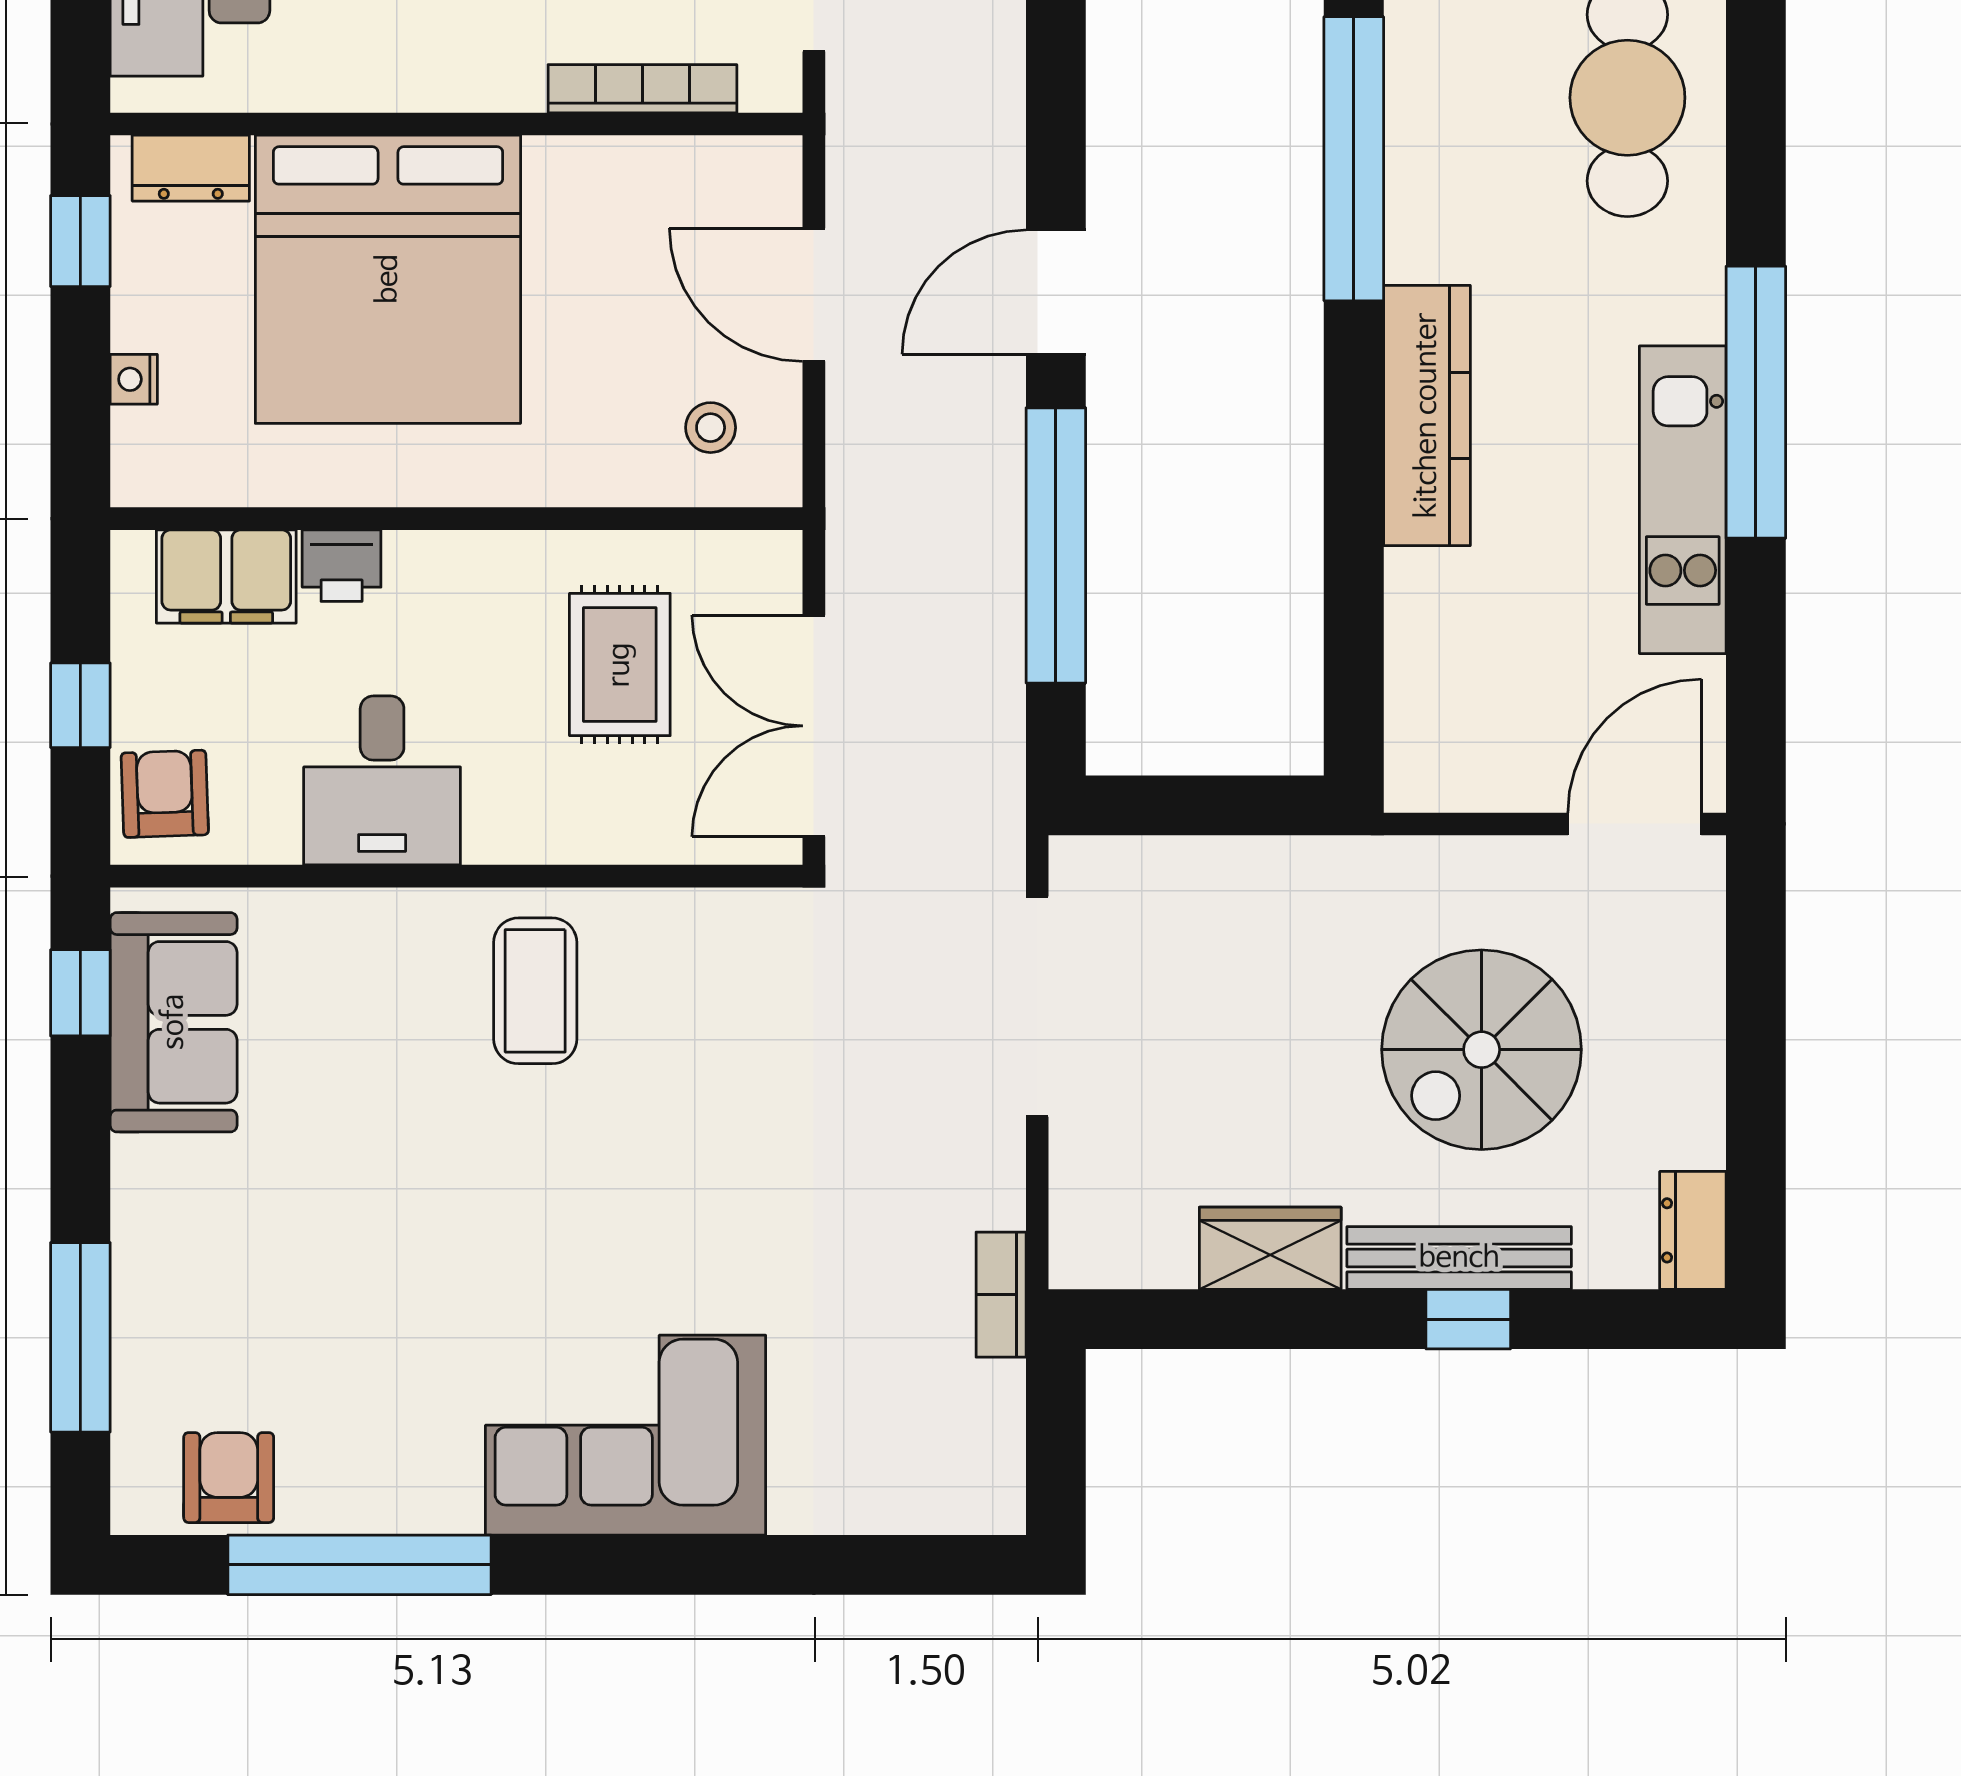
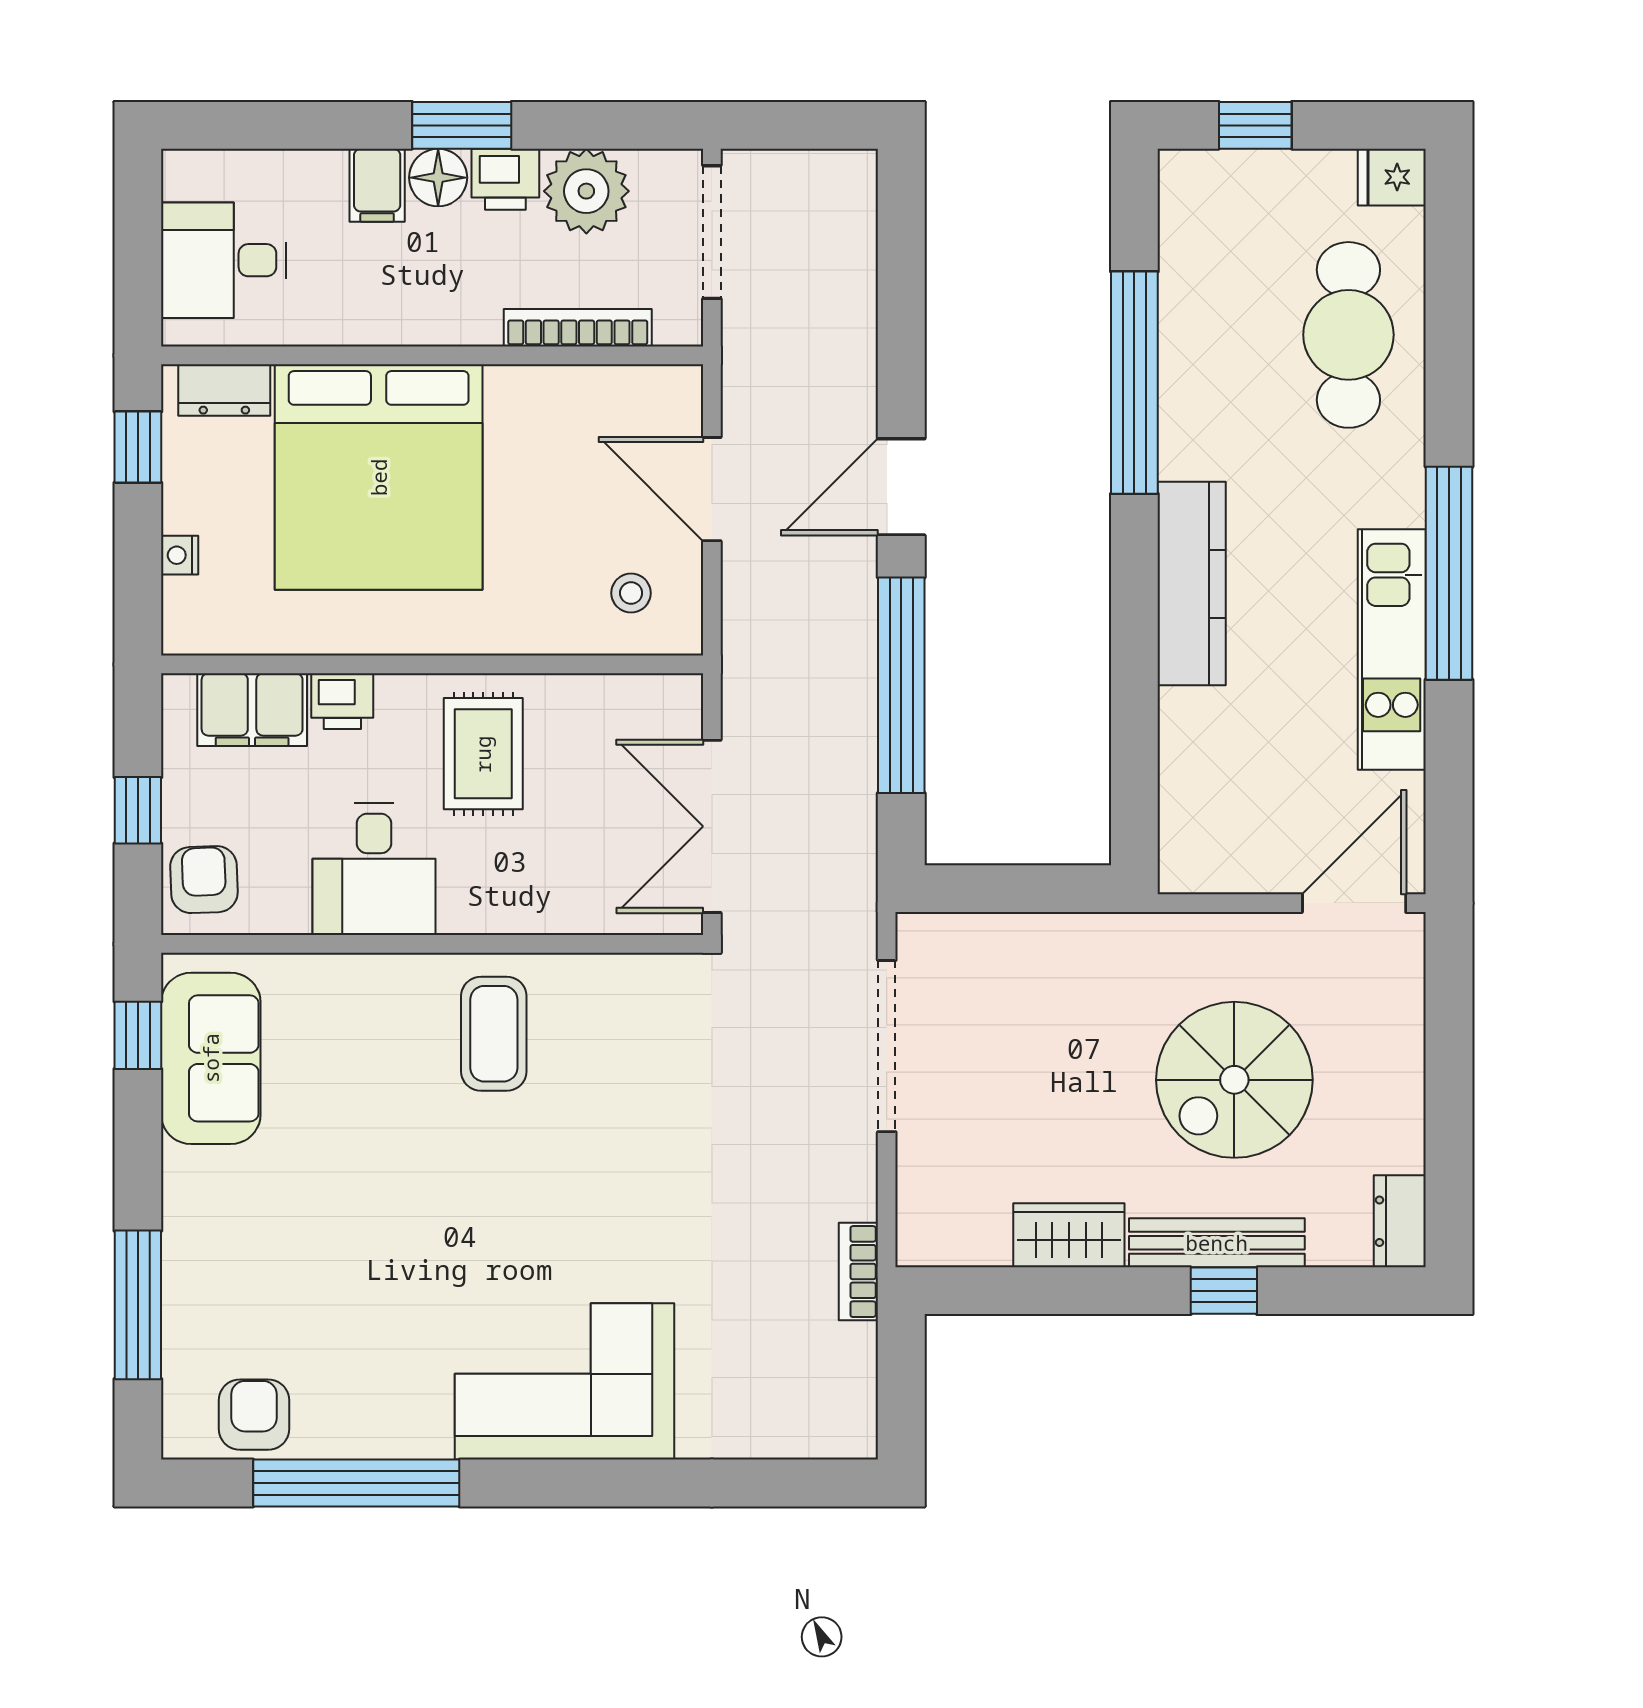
rug: (620, 665) -> (483, 754), moved

